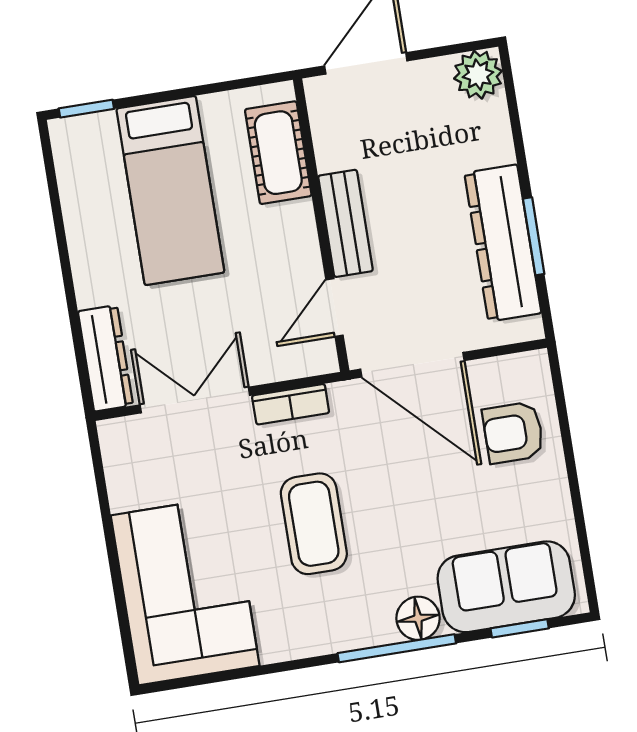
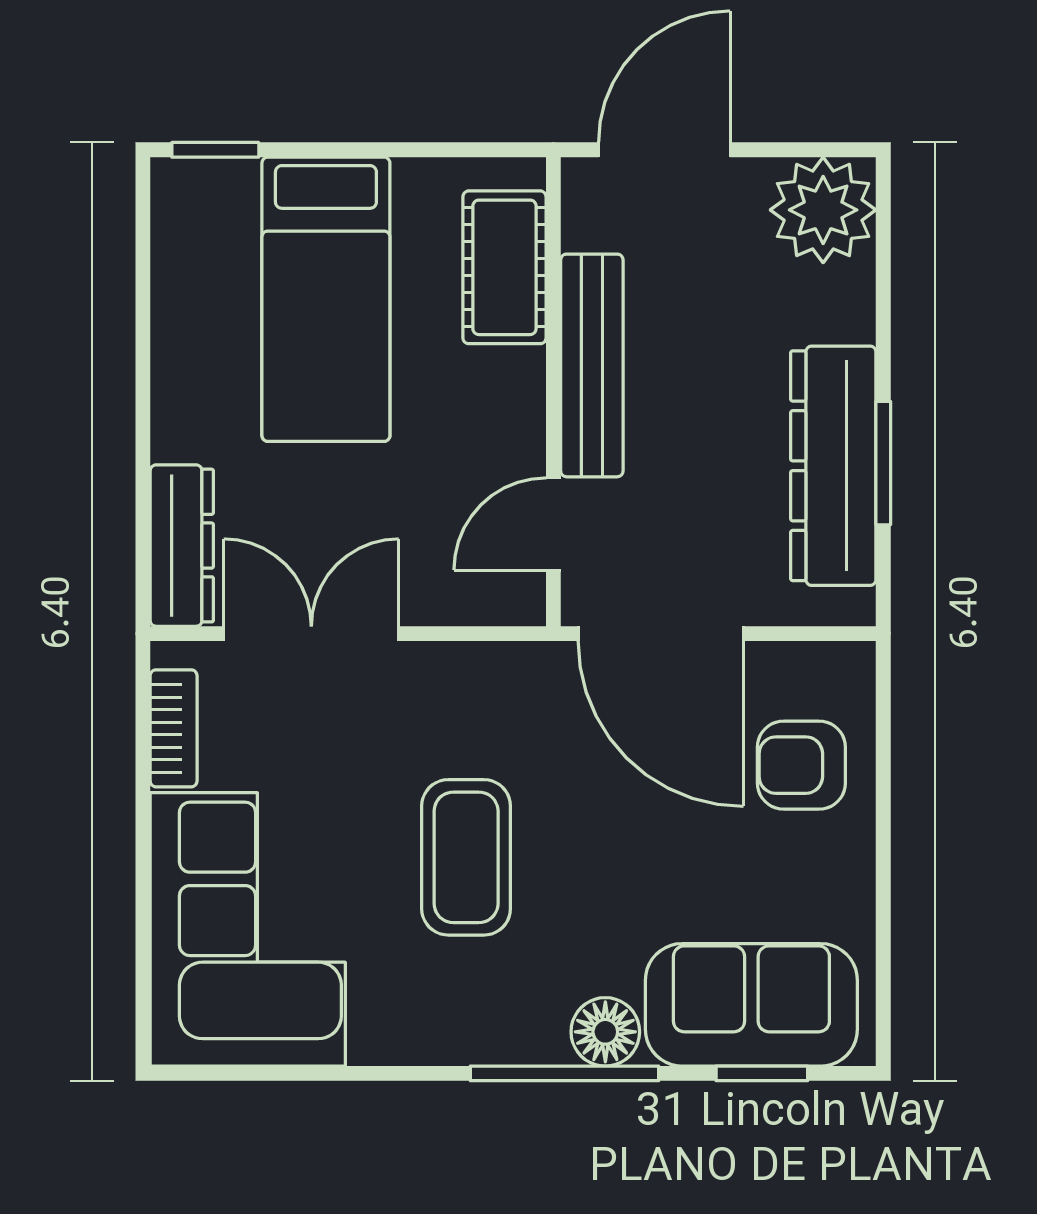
plant: (478, 75) -> (823, 210), width x1.36, depth x1.36
bench: (345, 223) -> (592, 365), width x1.36
bookcase: (291, 404) -> (174, 728), moved, turned -90

